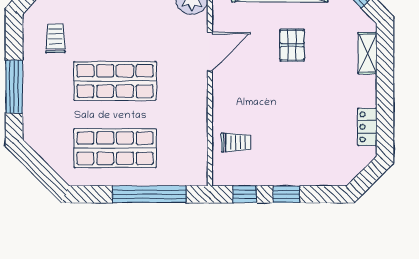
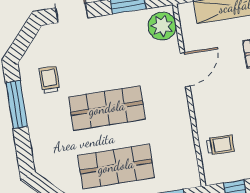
window: (14, 87) -> (17, 105), moved

